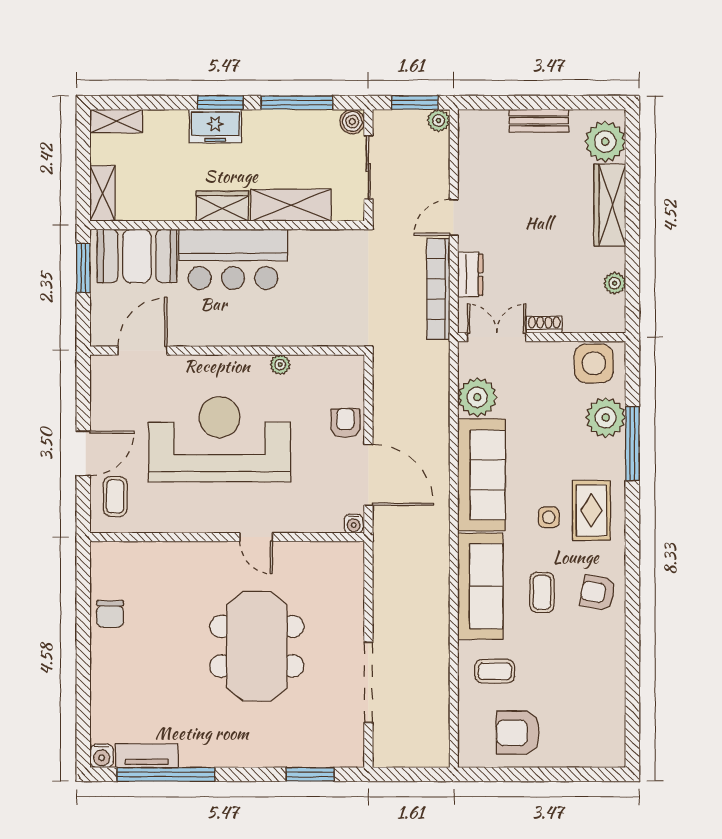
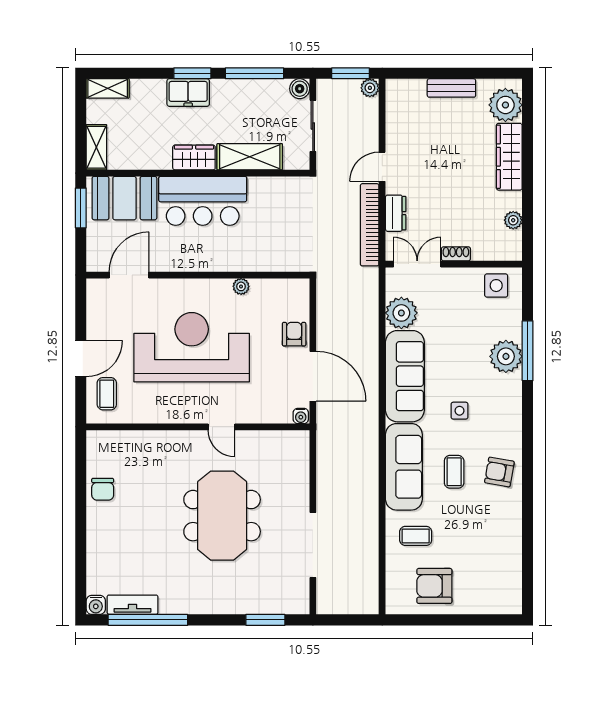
side table: (594, 363) -> (496, 286), width x0.73, depth x0.73
plant: (606, 418) -> (506, 356), moved
rug: (591, 510) -> (494, 405), removed

